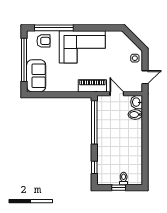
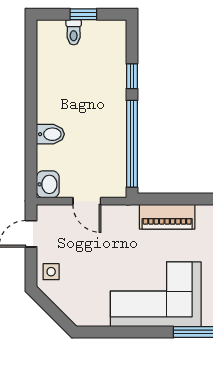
piano: (92, 86) -> (167, 217), moved
bidet: (135, 115) -> (50, 134), moved
window: (94, 167) -> (132, 76), moved

